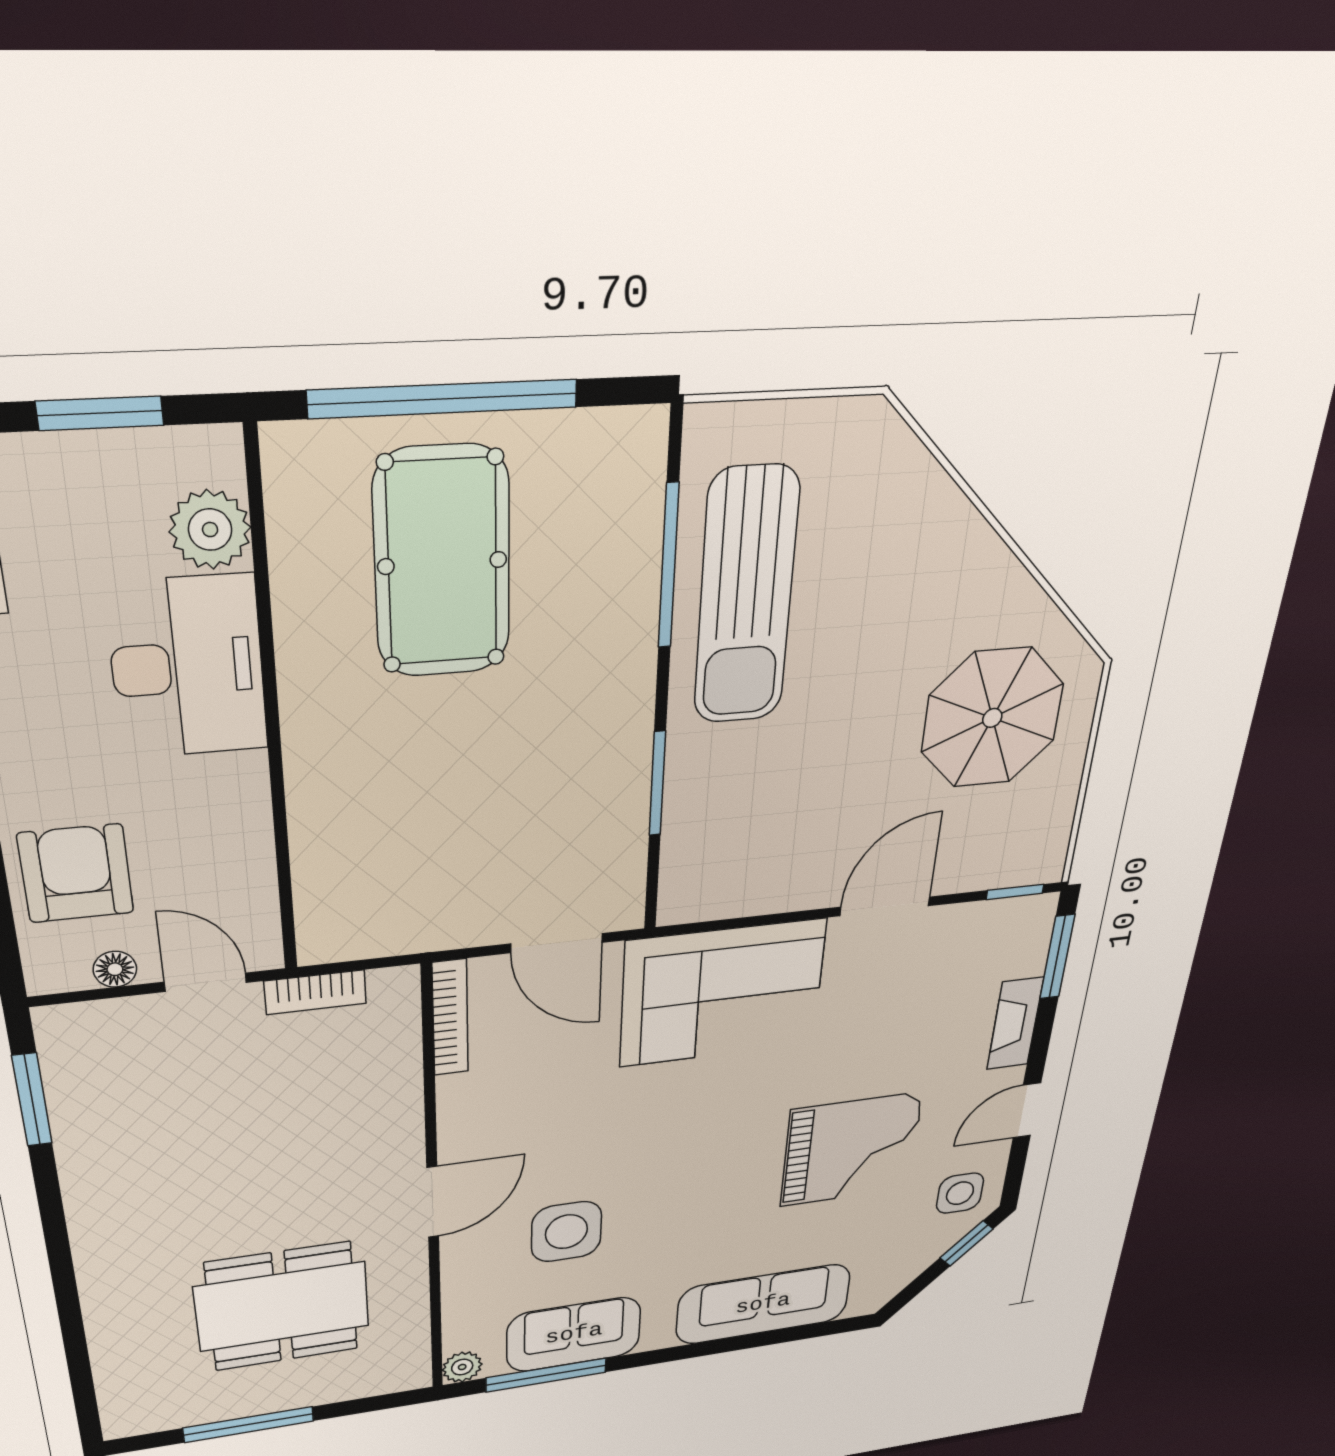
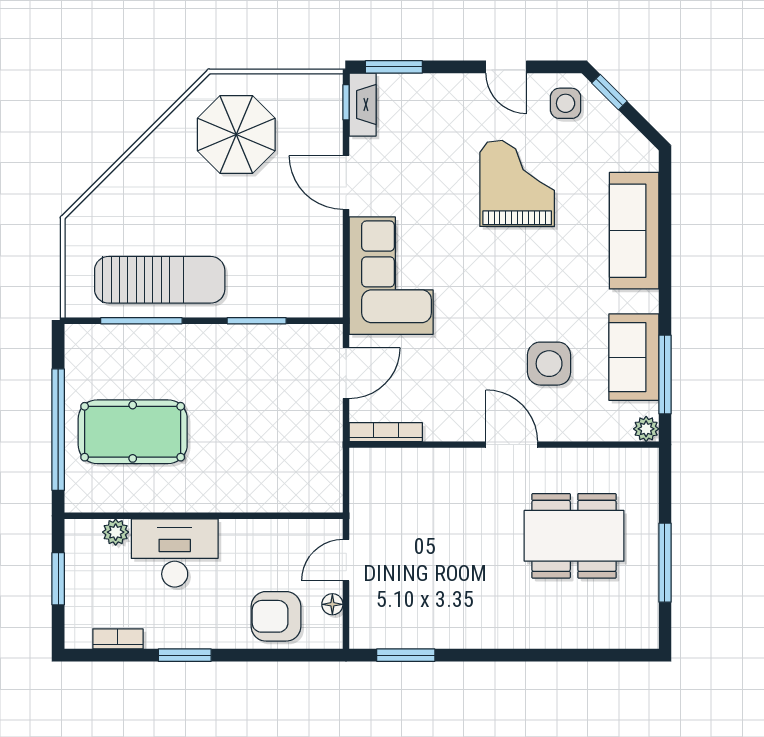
plant: (210, 530) -> (116, 532), width x0.73, depth x0.73
bookcase: (315, 992) -> (360, 504), removed
fireplace: (1015, 1024) -> (363, 105), moved, turned -90
dining table: (282, 1306) -> (574, 536), turned 90

